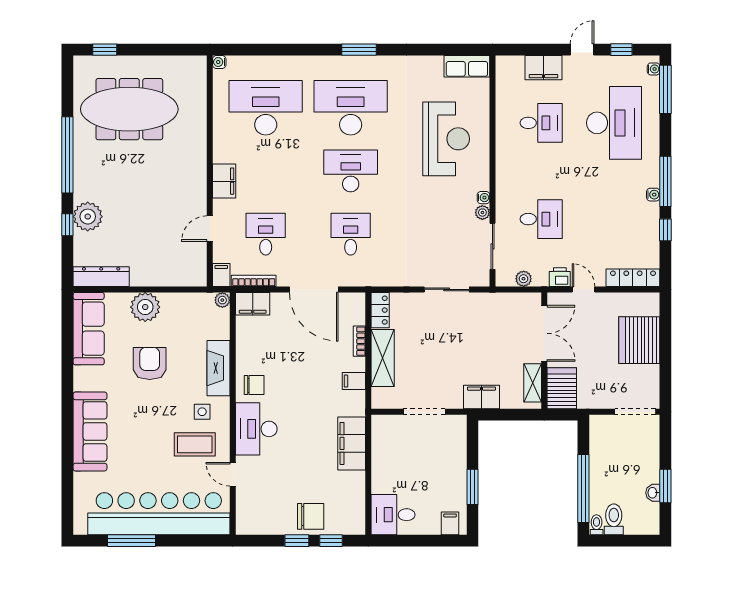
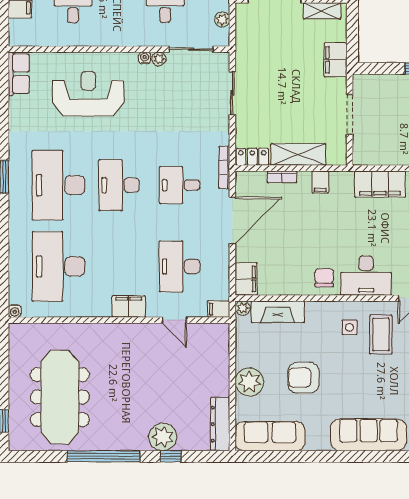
desk: (266, 234) -> (180, 266), width x1.37
bookcase: (254, 281) -> (224, 167), moved
fireplace: (218, 368) -> (278, 312), moved

